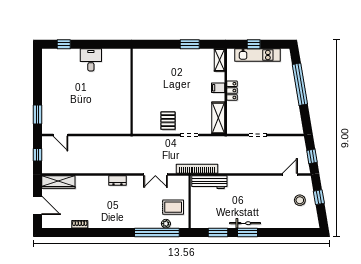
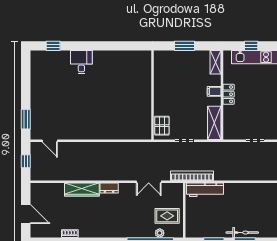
wall: (132, 91) -> (152, 95), moved
wardrobe: (58, 182) -> (82, 190), moved

